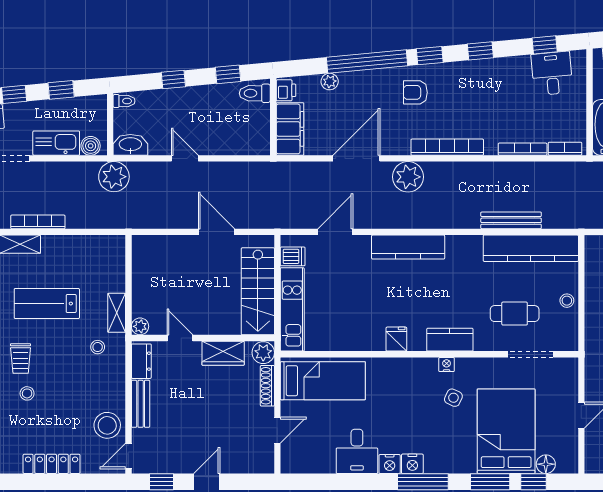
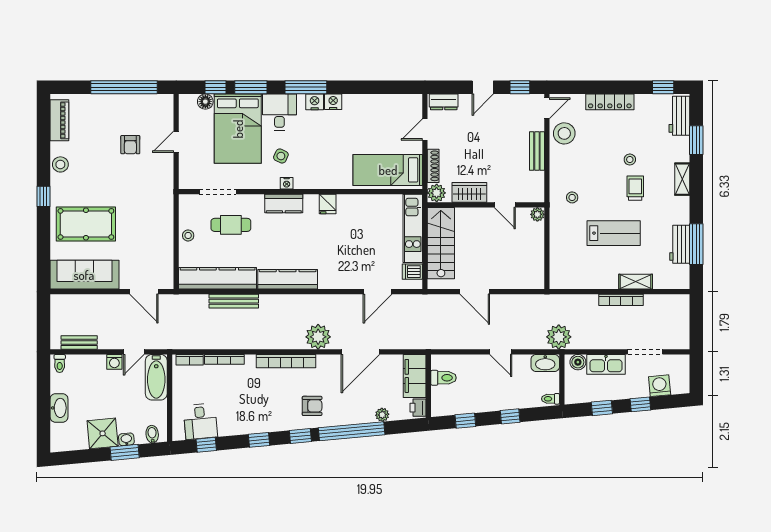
toilet: (255, 93) -> (443, 378), moved
kitchen counter: (408, 247) -> (288, 279), moved
shelving: (117, 313) -> (557, 226), removed
dresser: (141, 361) -> (444, 102), moved, turned -90
desk: (357, 451) -> (279, 112), moved

